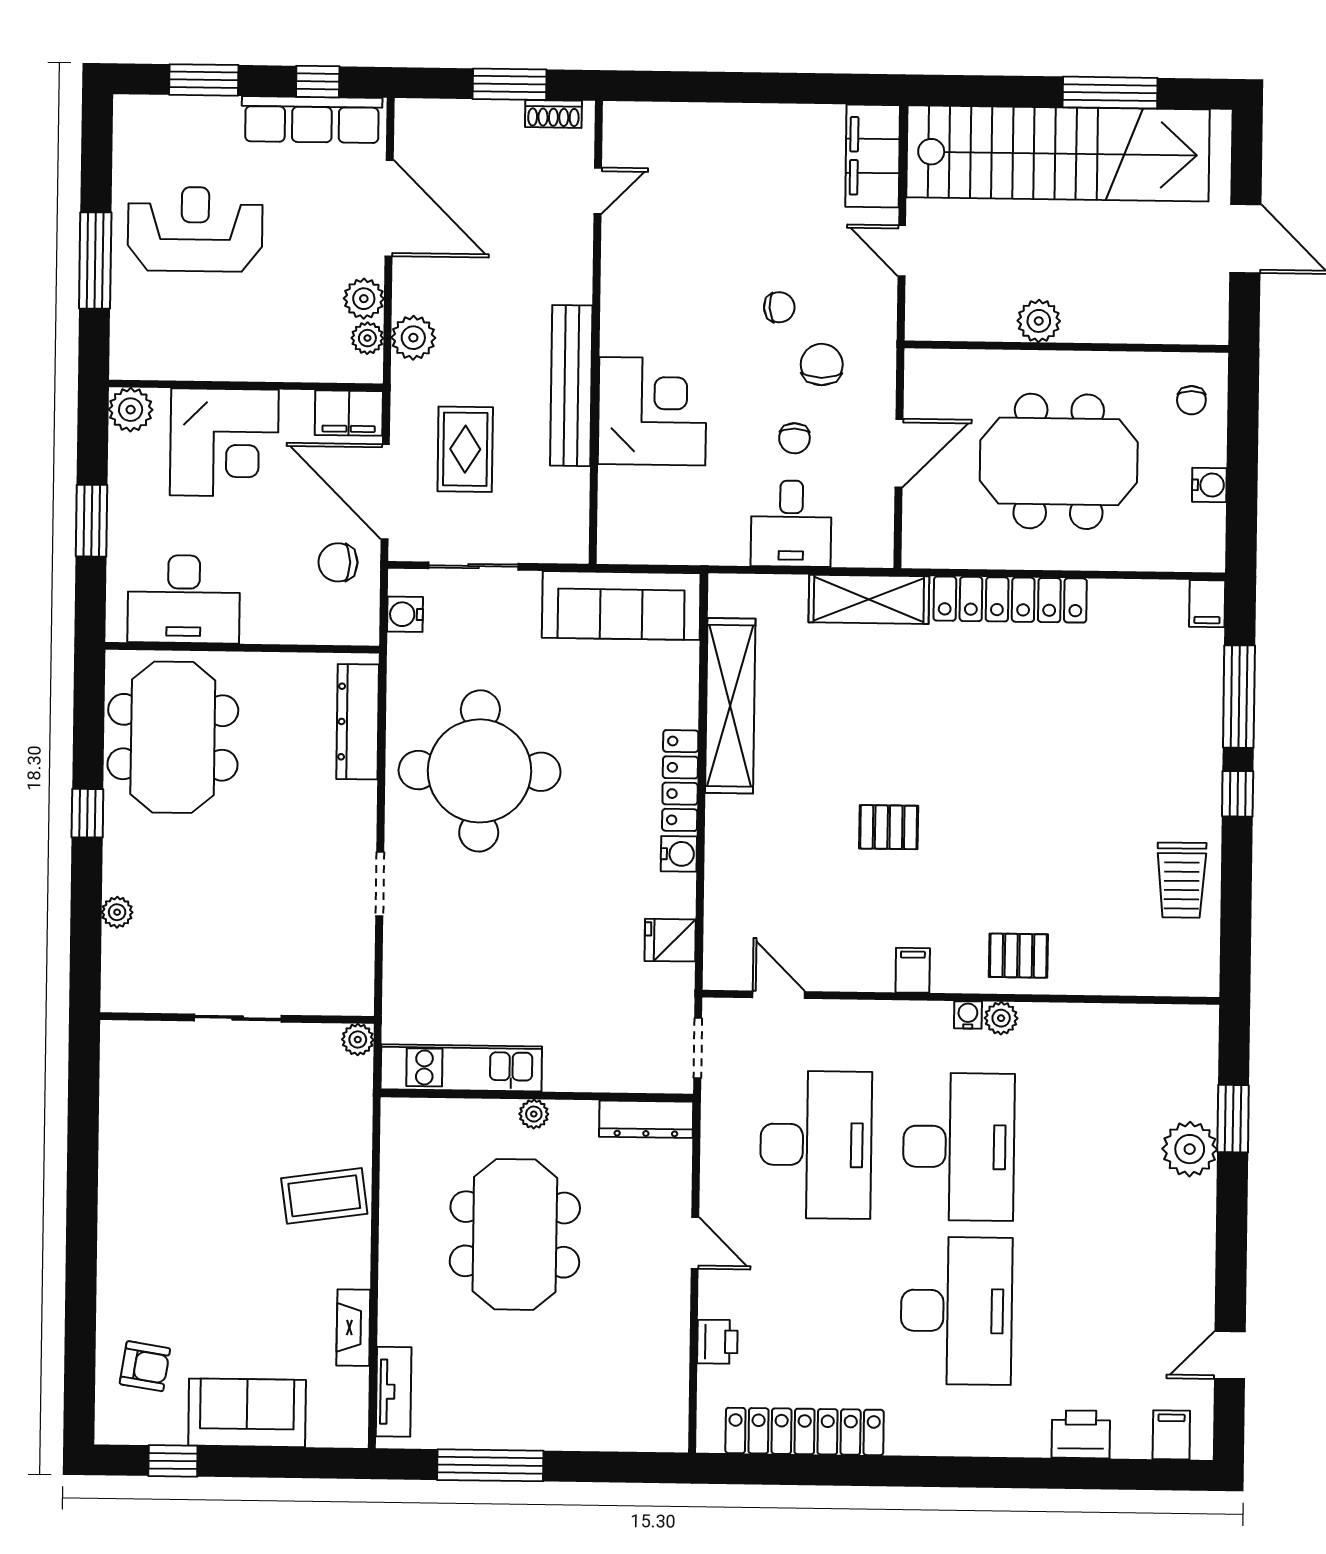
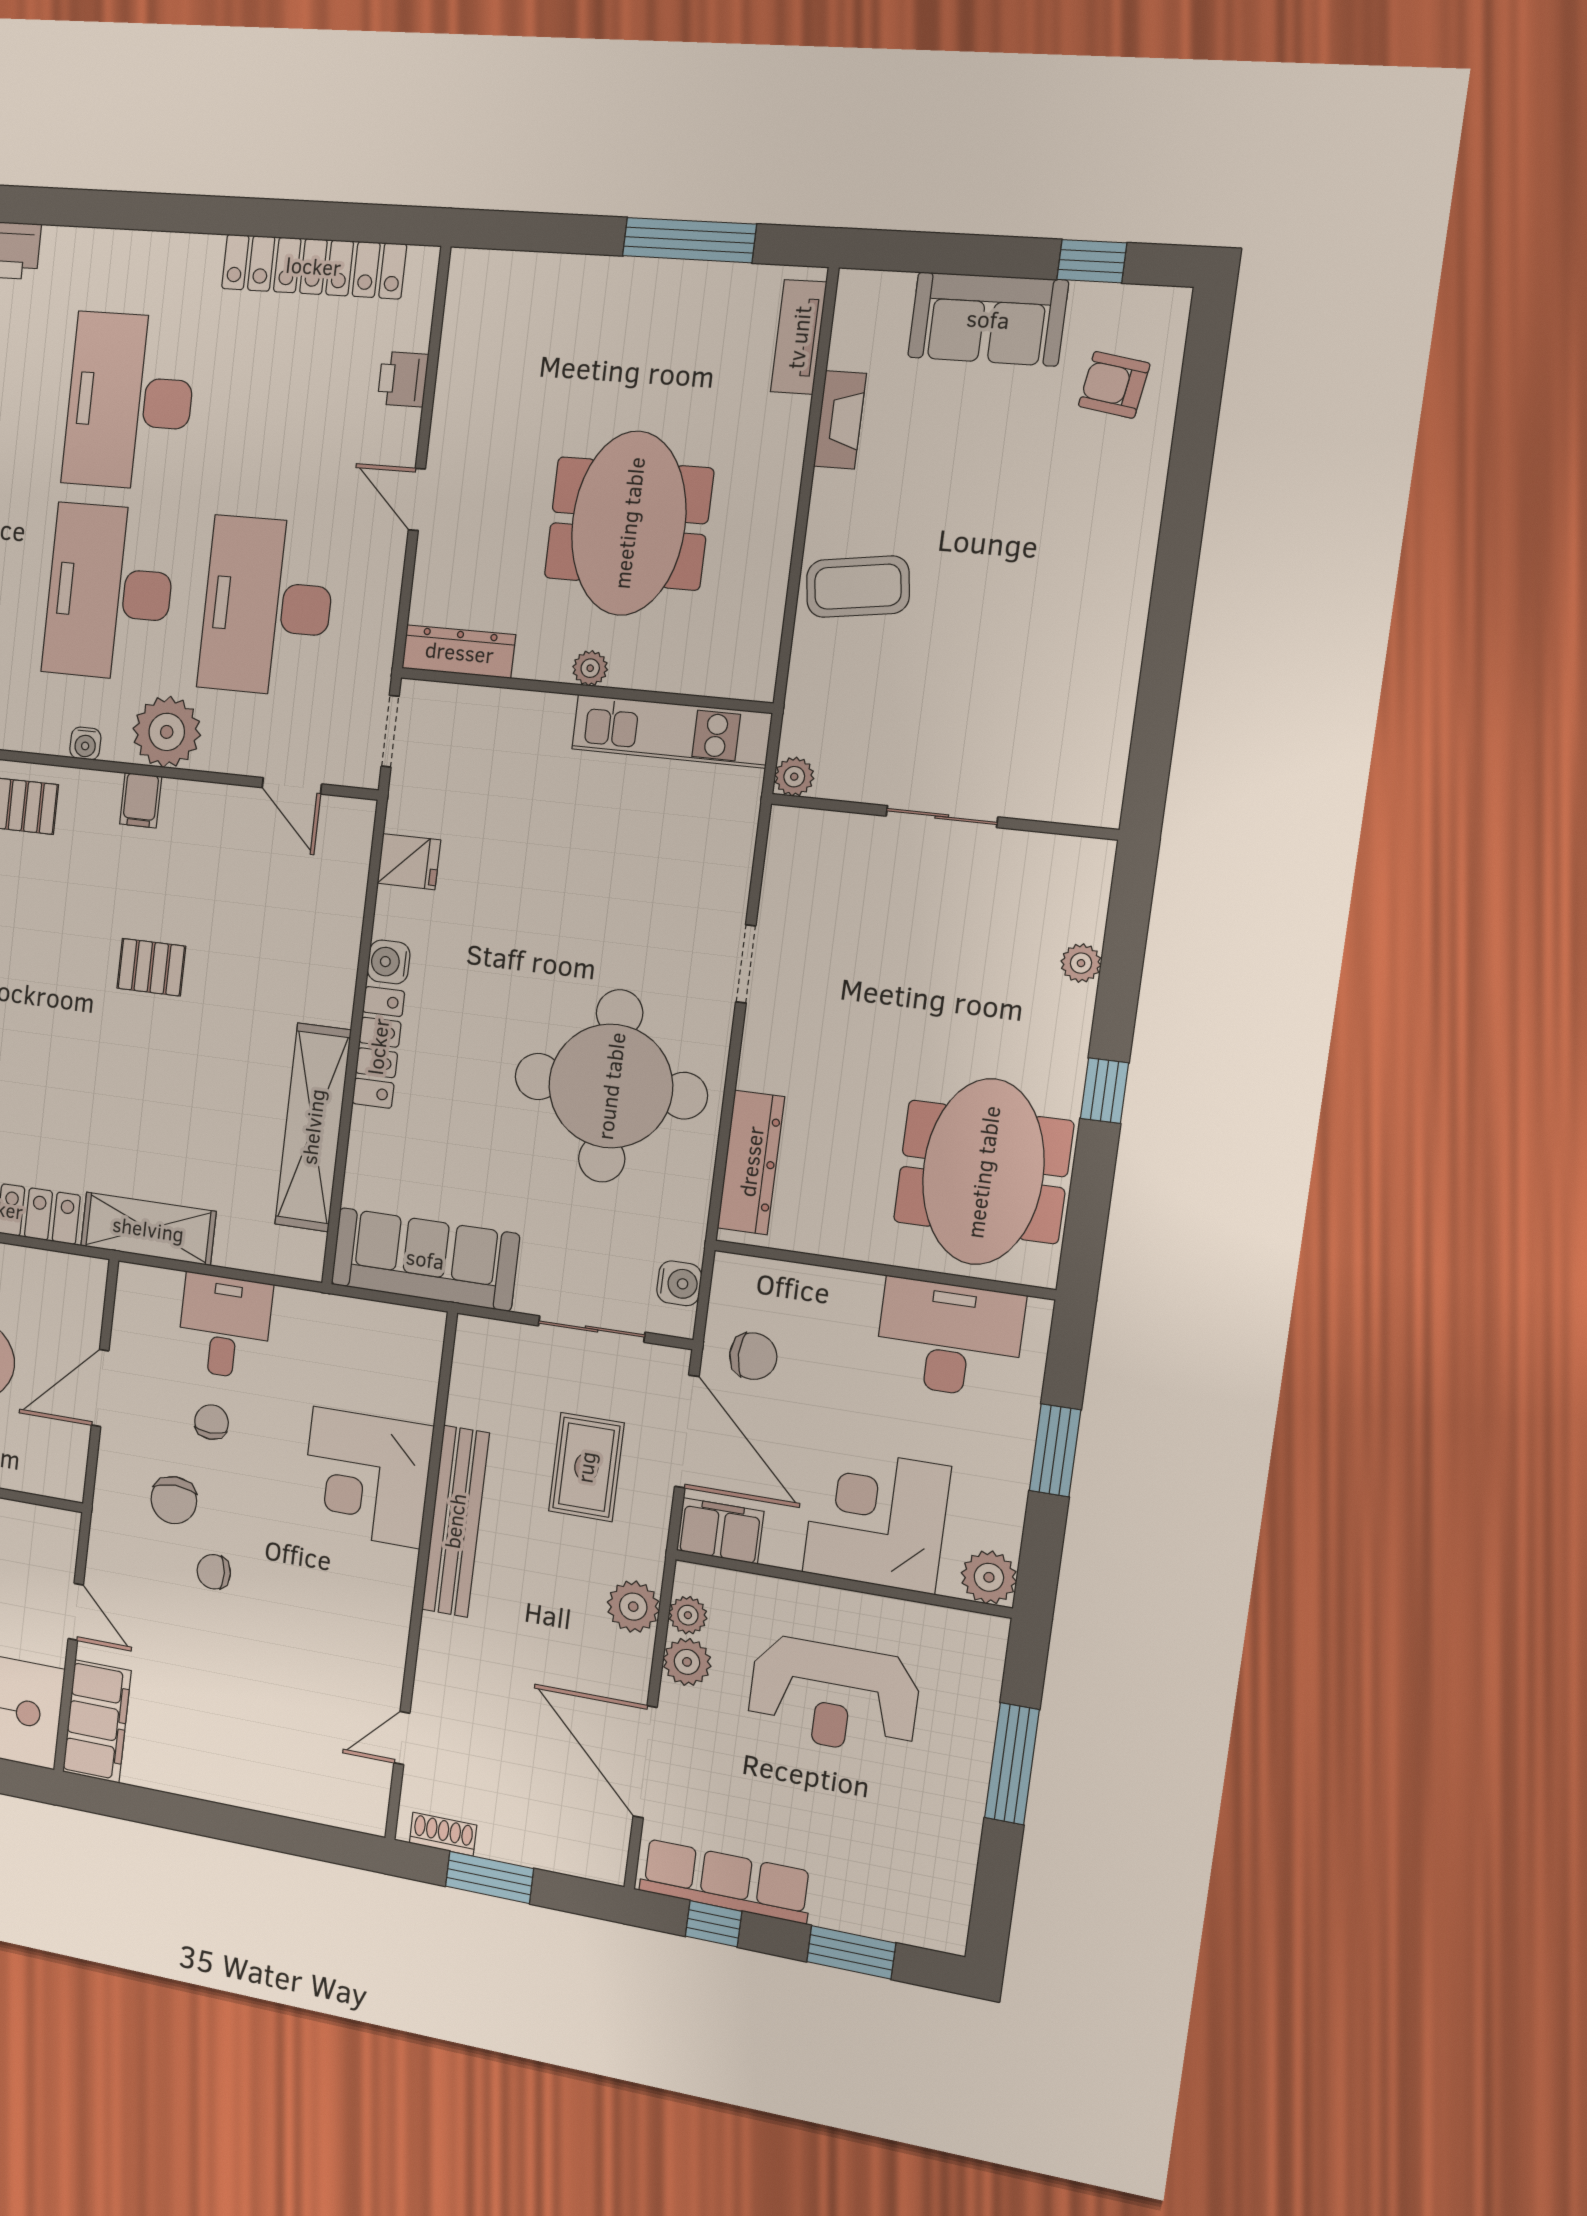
reception desk: (195, 229) -> (833, 1696), moved
plant: (1001, 1018) -> (167, 732), moved, width x1.88, depth x1.88

